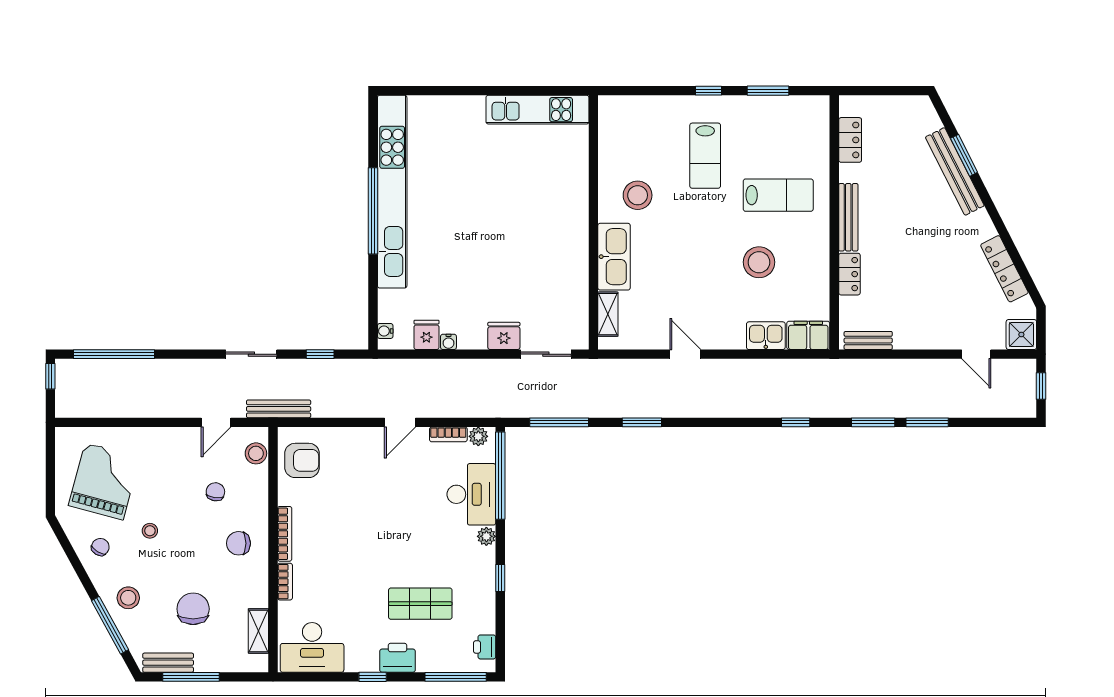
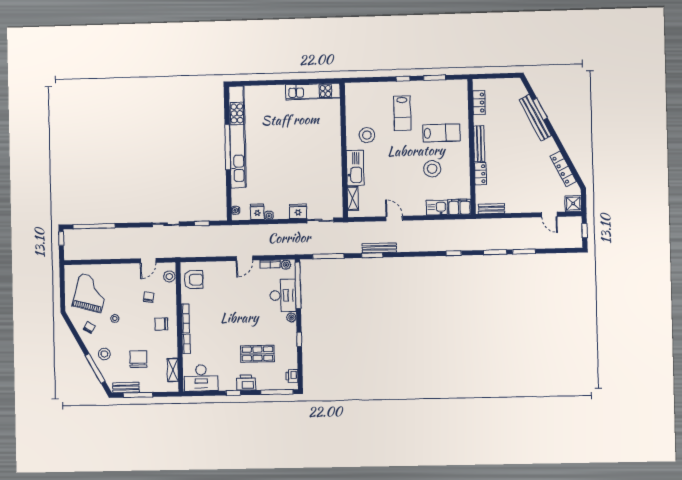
bench: (279, 409) -> (379, 248), moved

